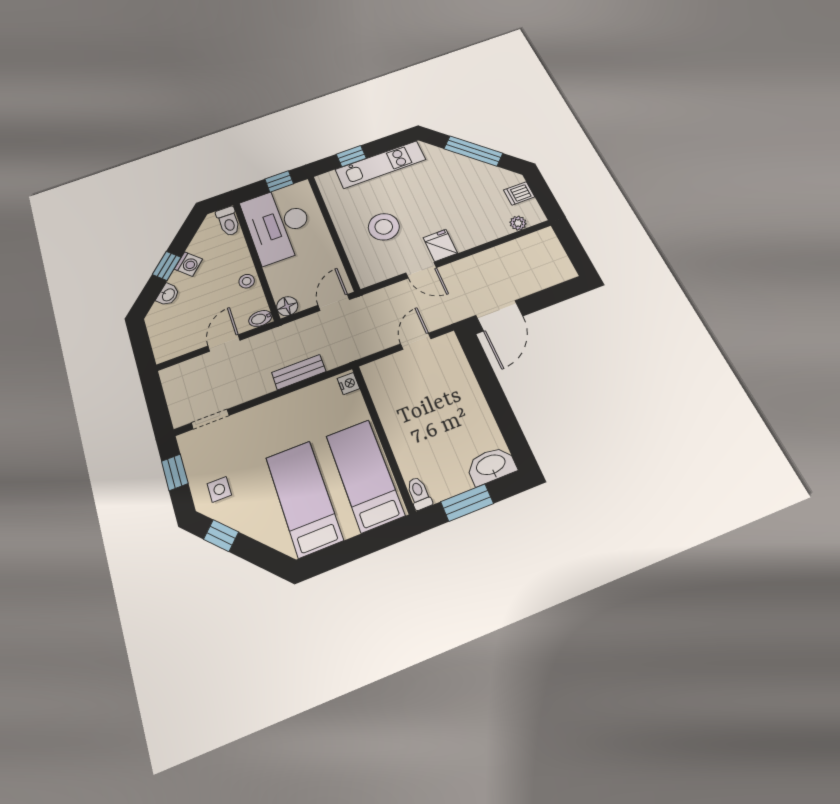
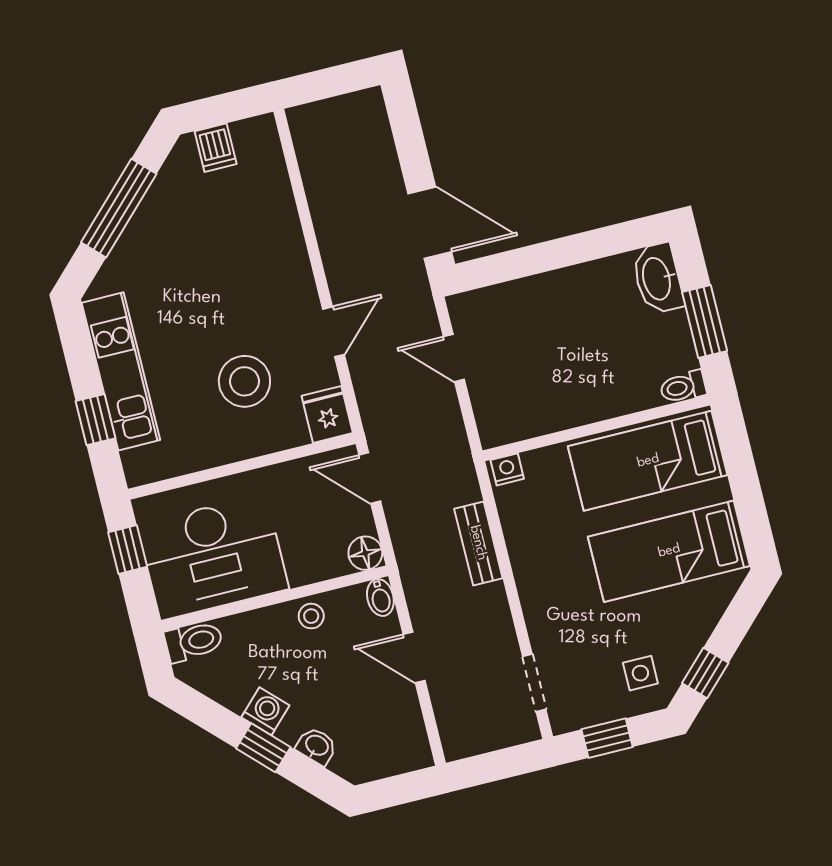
plant: (518, 223) -> (271, 161), removed
fridge: (440, 245) -> (327, 414), moved, turned 90

